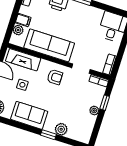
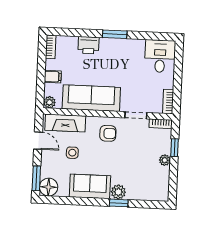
plant: (18, 30) -> (49, 102), moved
plant: (61, 129) -> (118, 192), moved

